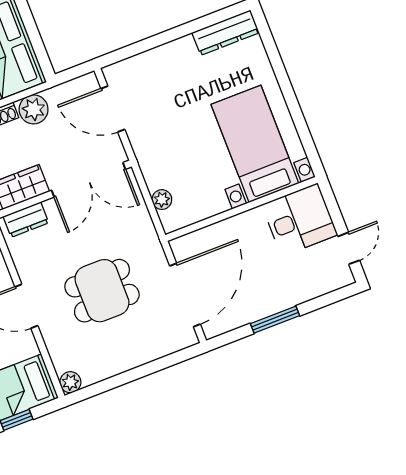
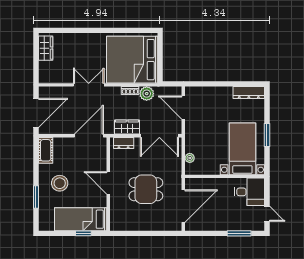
window: (291, 99) -> (267, 135), added
door: (349, 248) -> (267, 214), hinge flipped
window: (275, 320) -> (239, 233), moved
plant: (70, 382) -> (115, 226), removed

